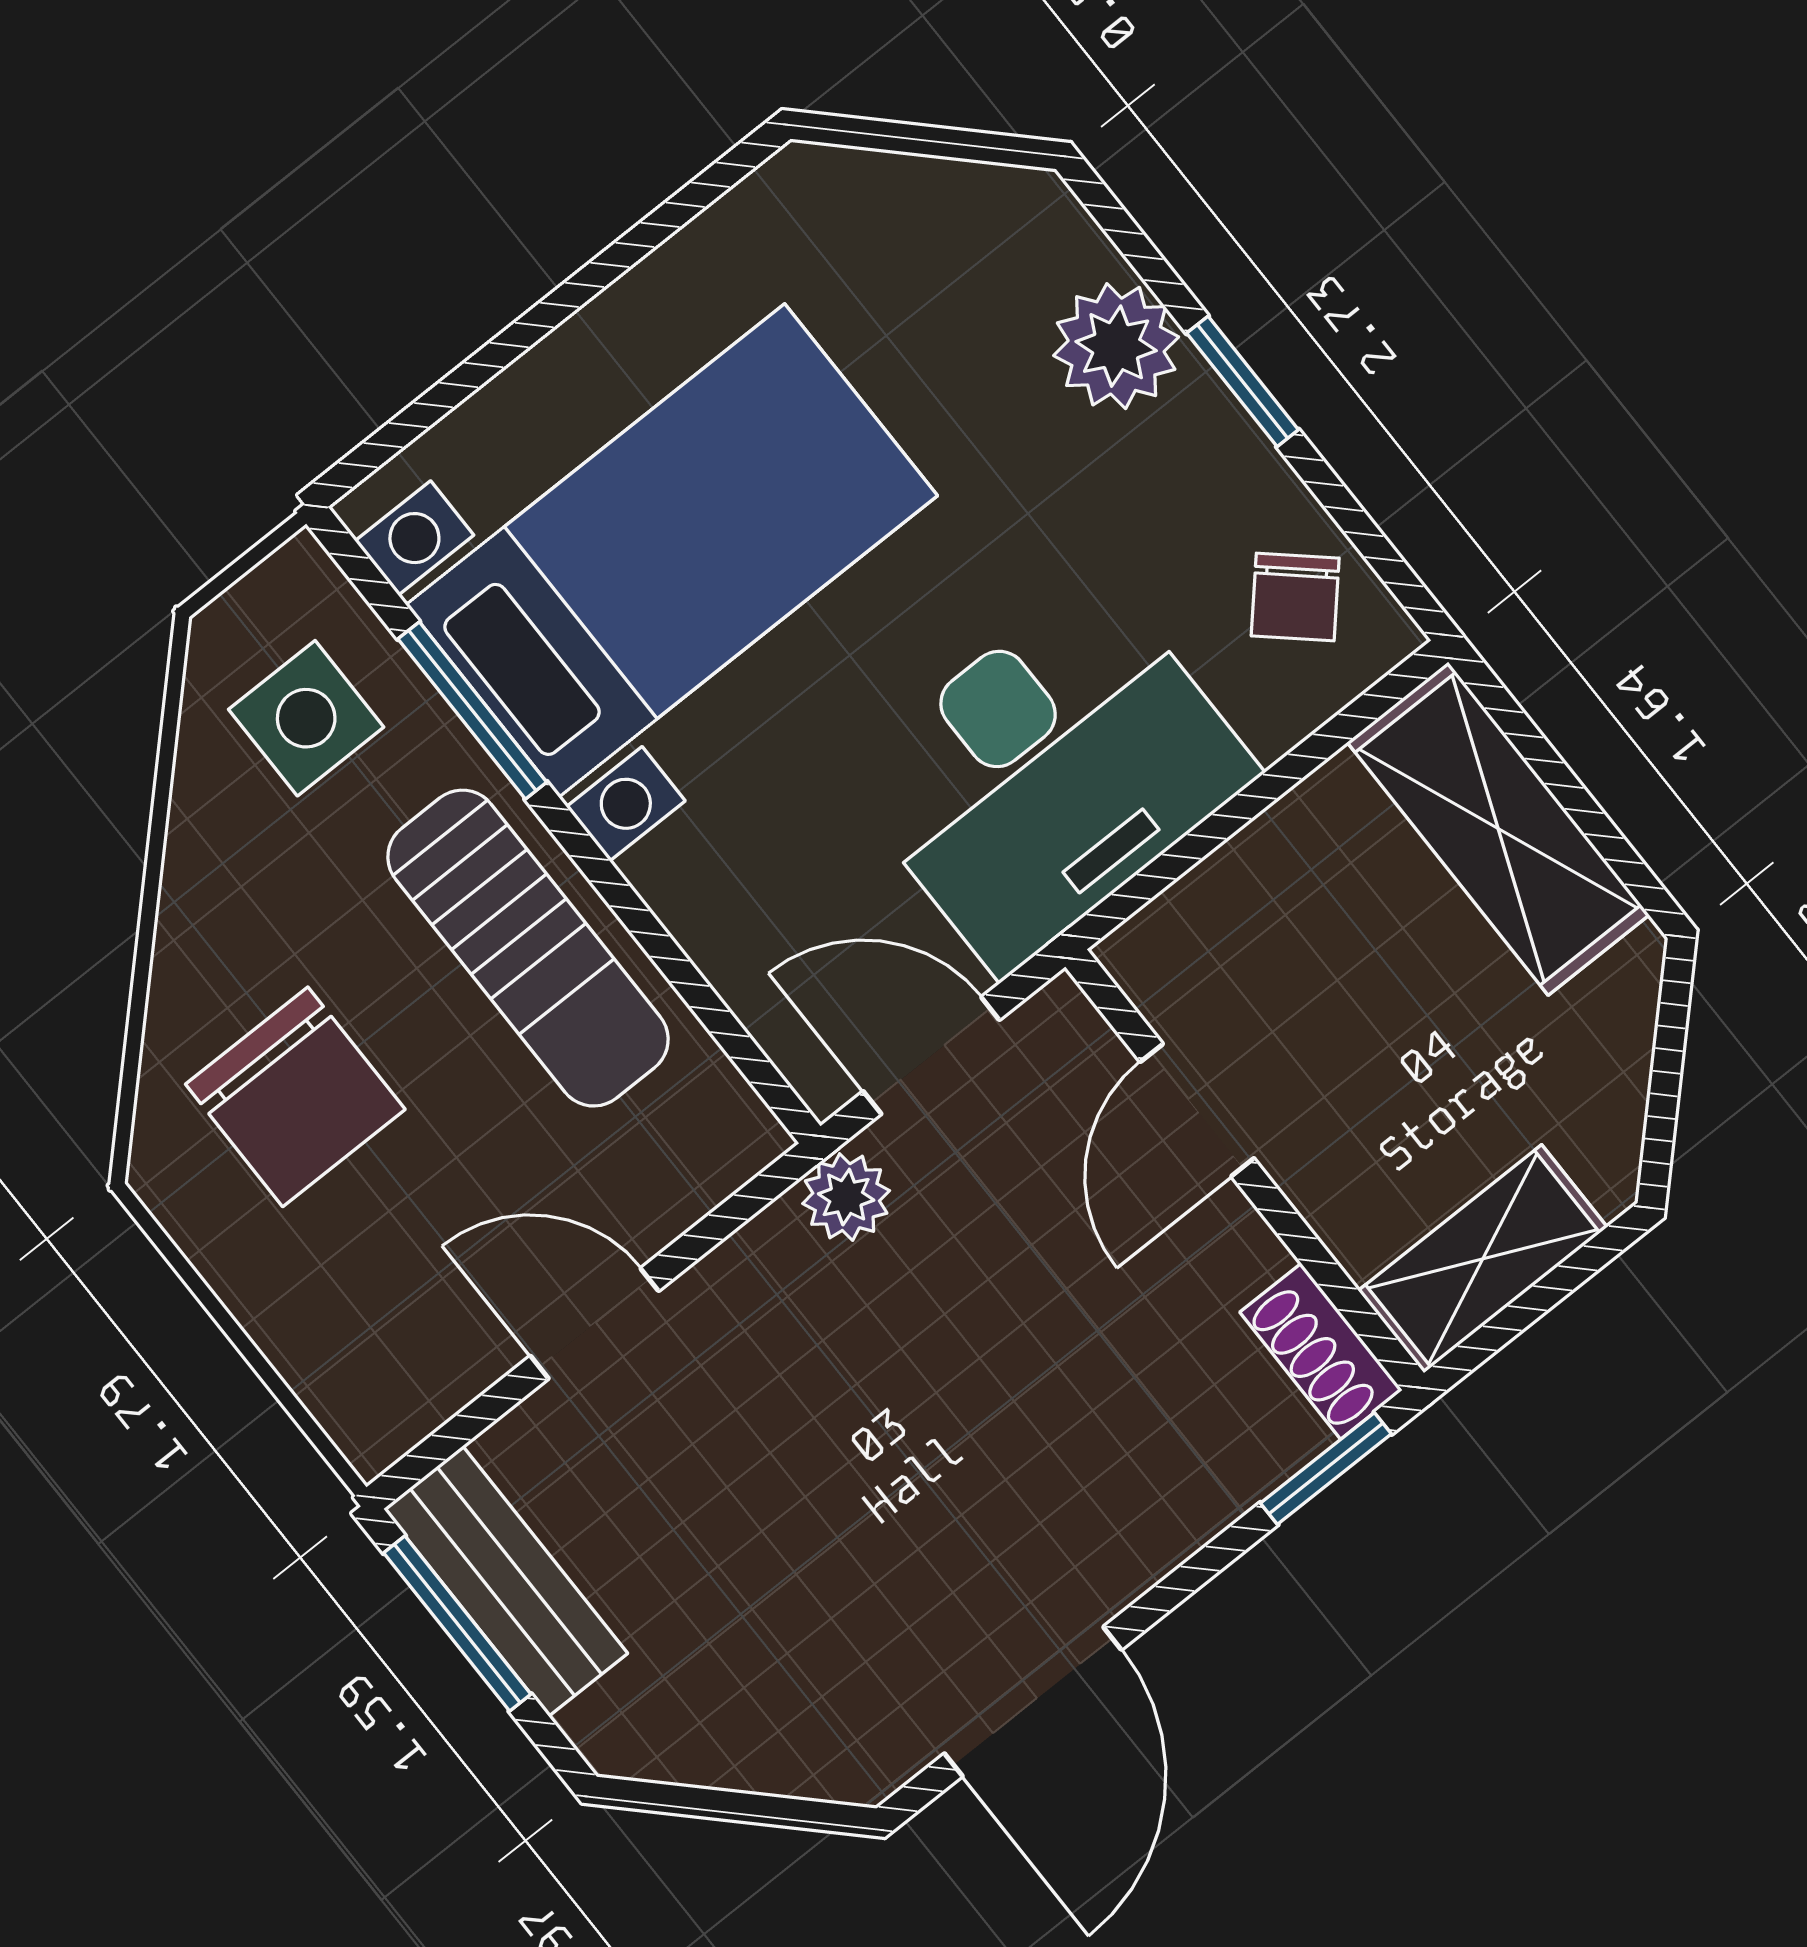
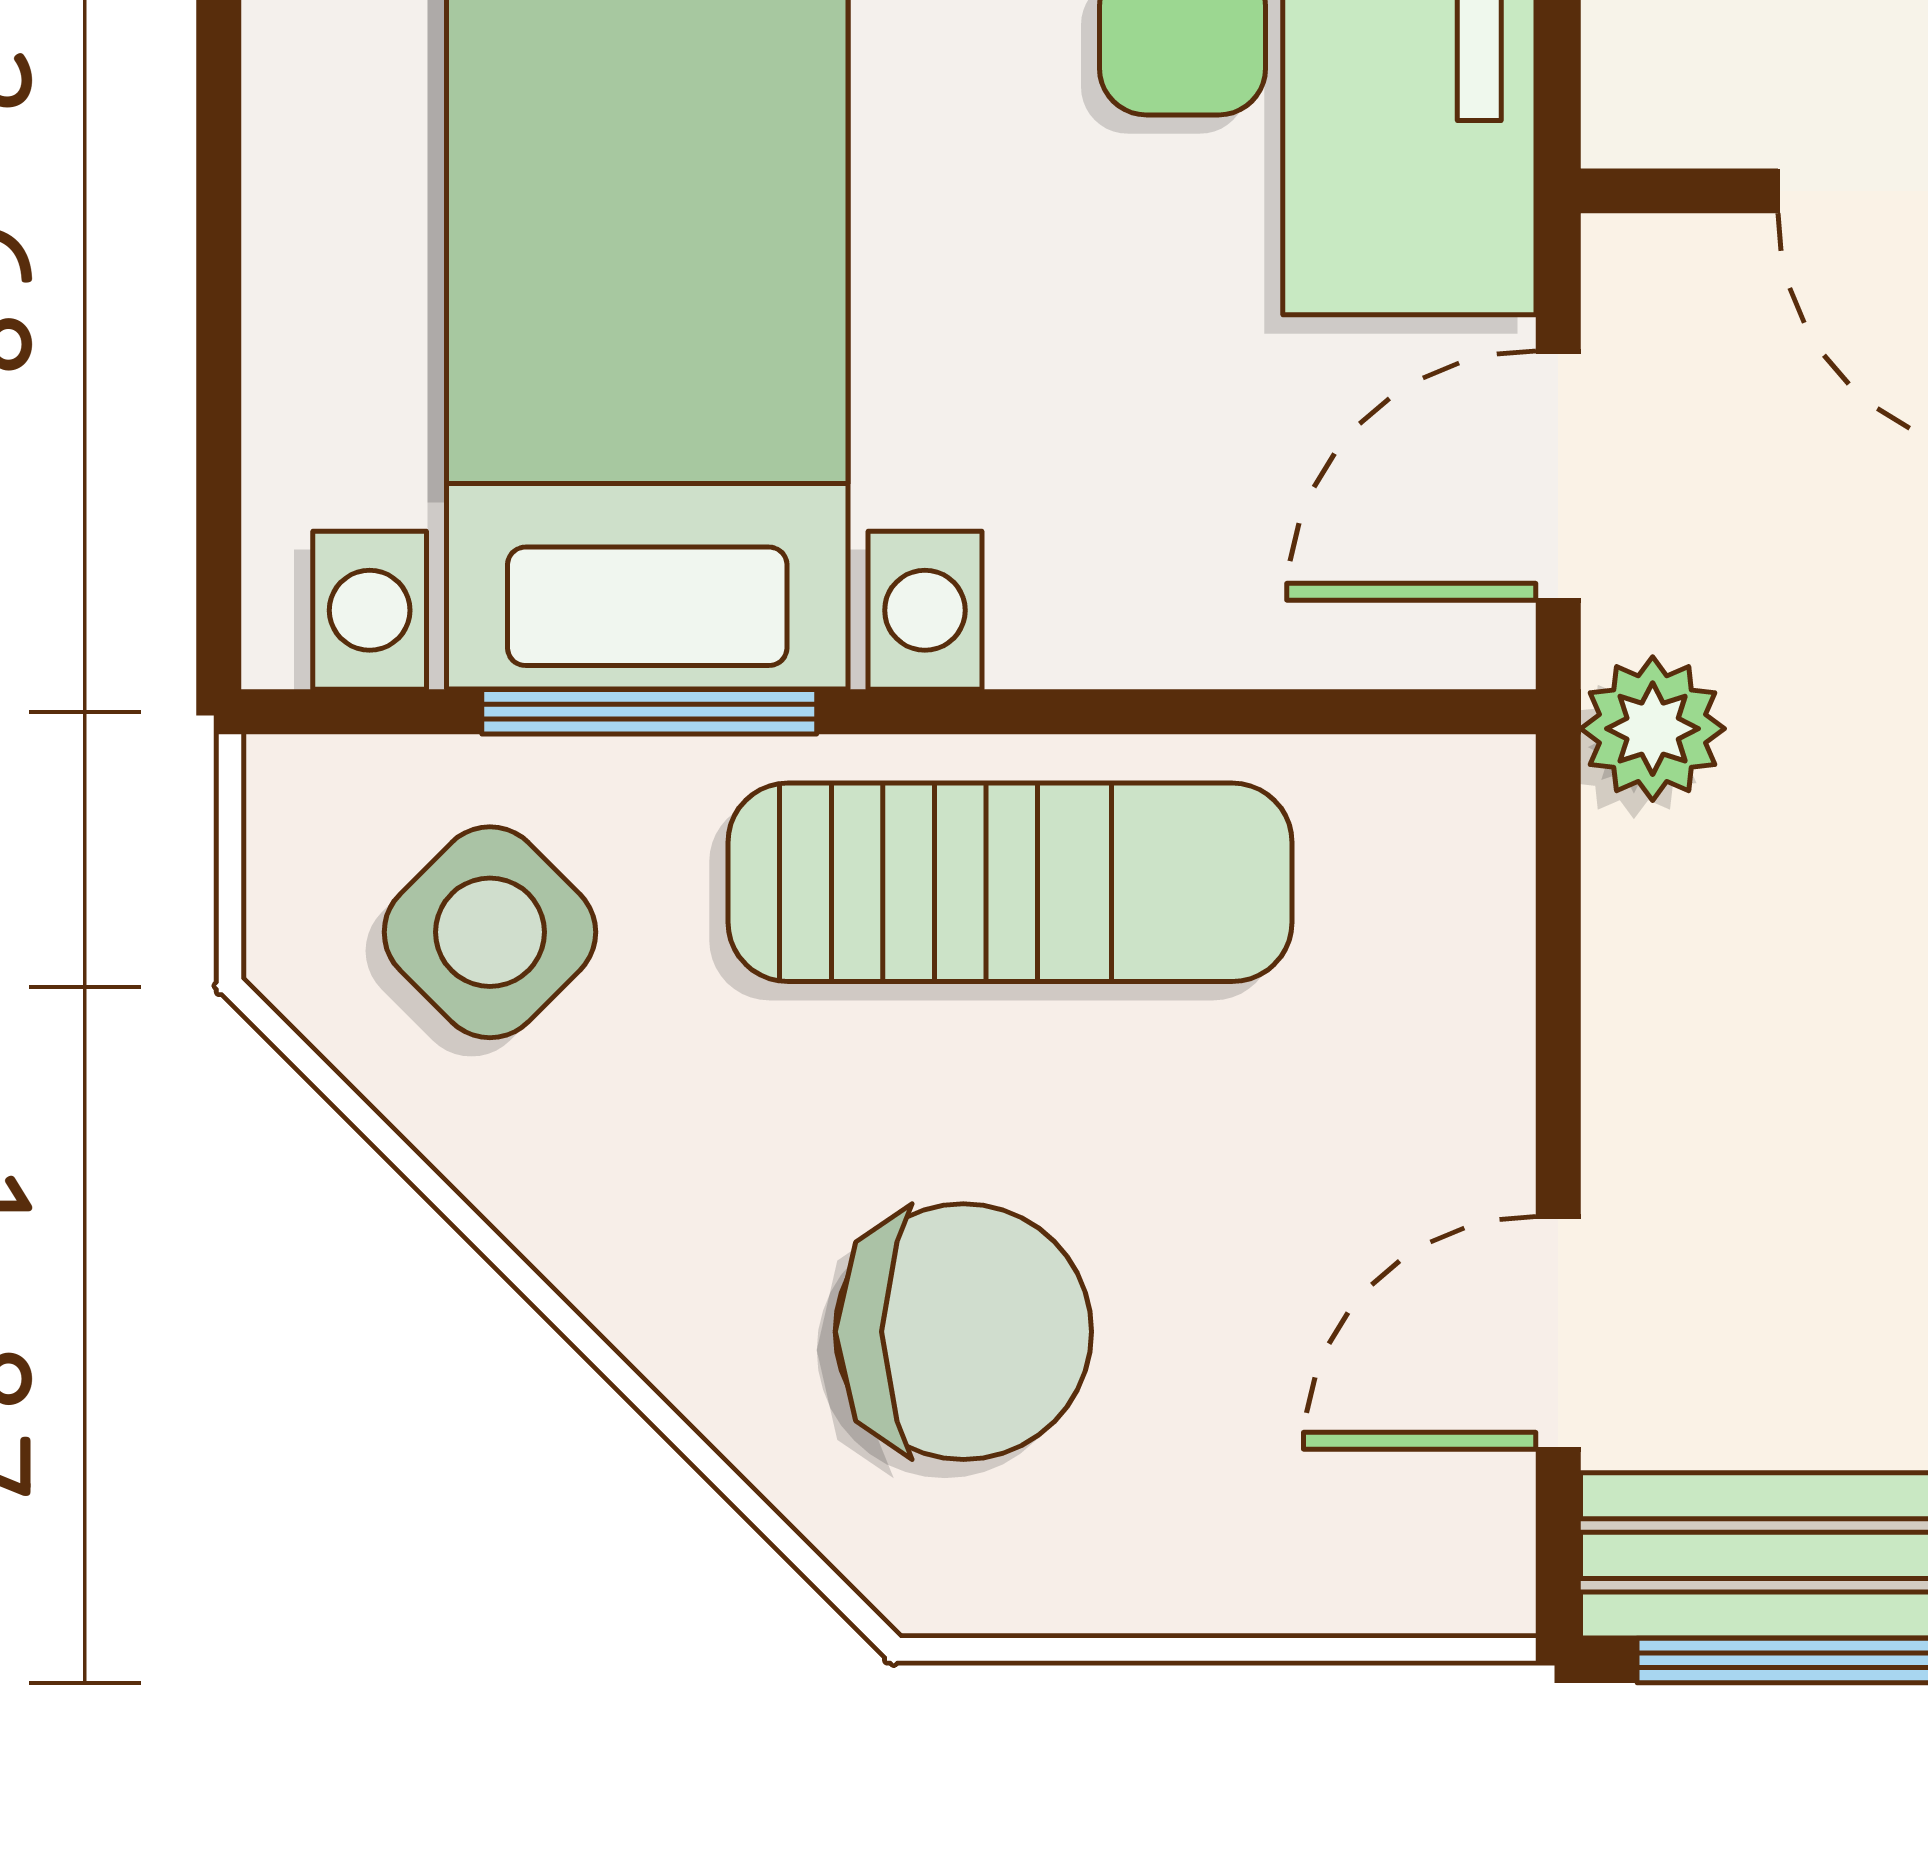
side table: (306, 718) -> (490, 932), turned 45
door: (595, 1323) -> (1558, 1333), moved

